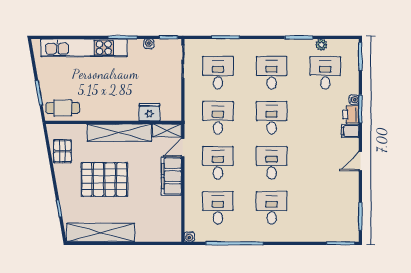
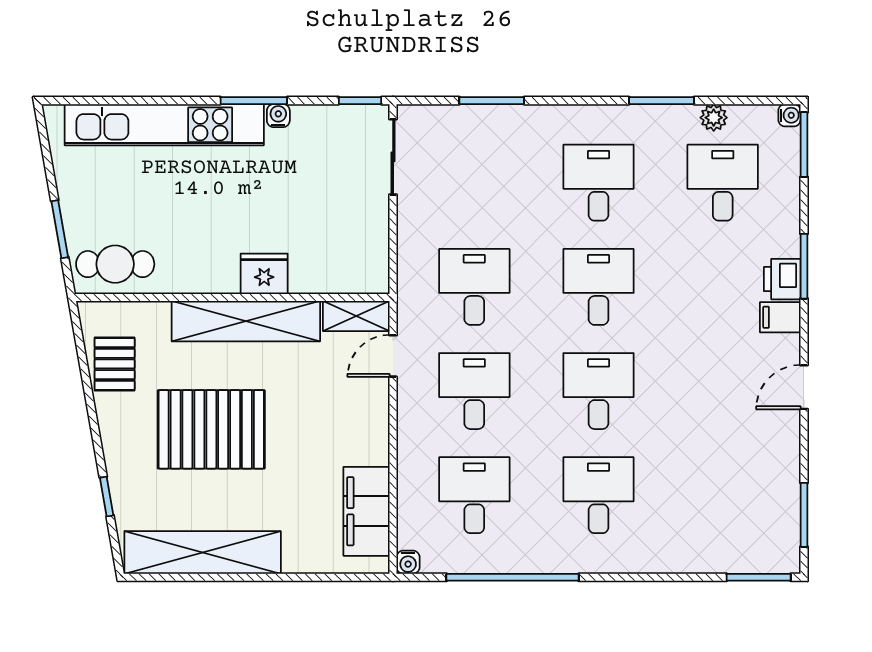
water cooler: (149, 44) -> (278, 116), moved
desk: (218, 73) -> (474, 183), removed
water cooler: (354, 100) -> (789, 115), moved
fridge: (149, 112) -> (264, 274), moved
filing cabinet: (171, 176) -> (366, 511), moved

